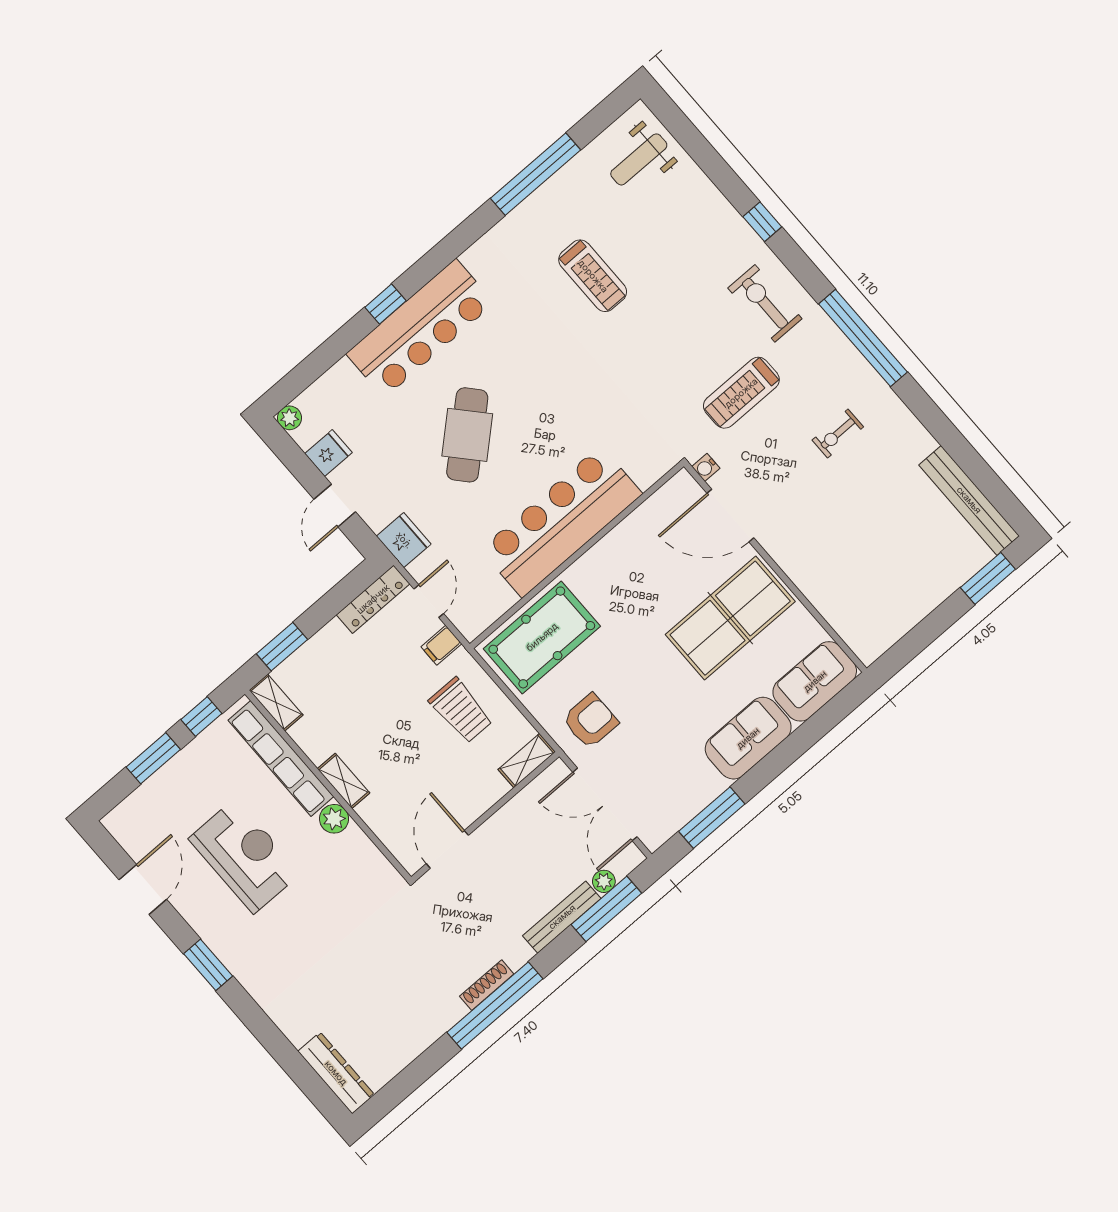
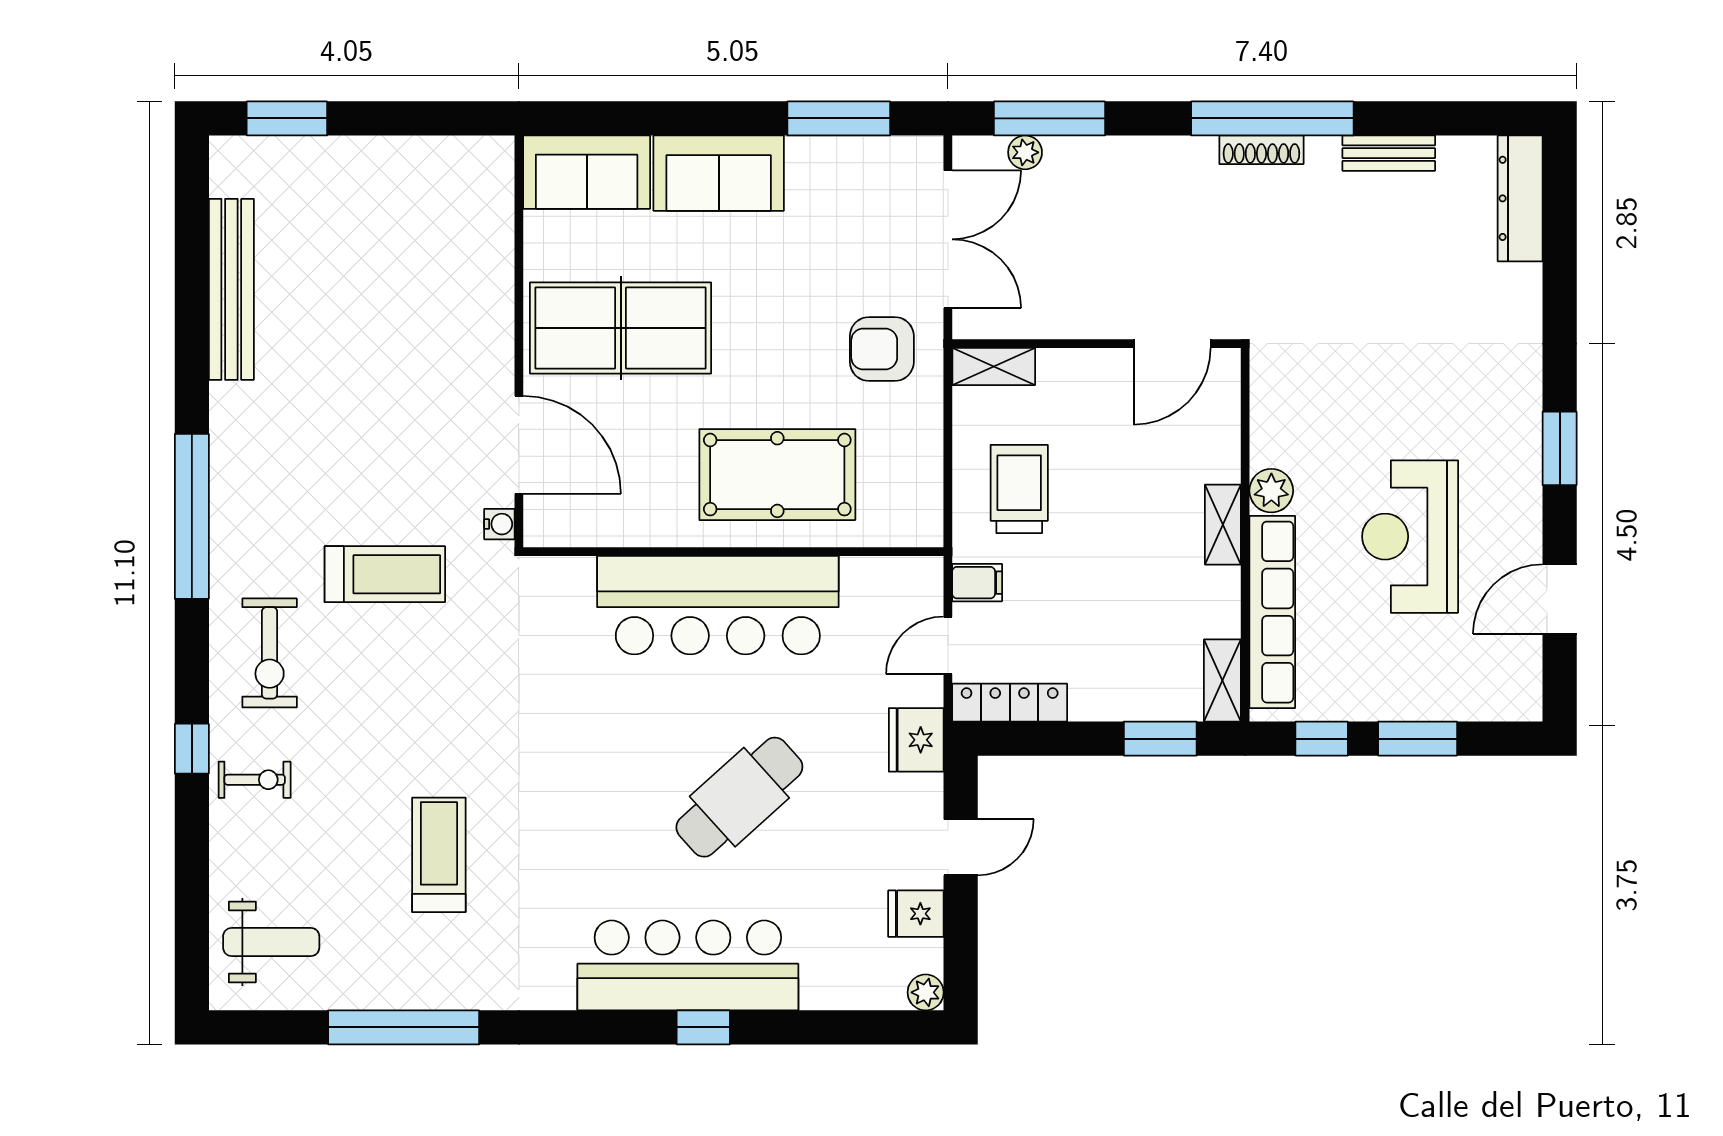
exercise bike: (838, 433) -> (255, 780), moved
bench: (969, 500) -> (231, 289), moved
pool table: (542, 637) -> (777, 475), moved
bench: (562, 917) -> (1389, 153), moved, width x0.73

